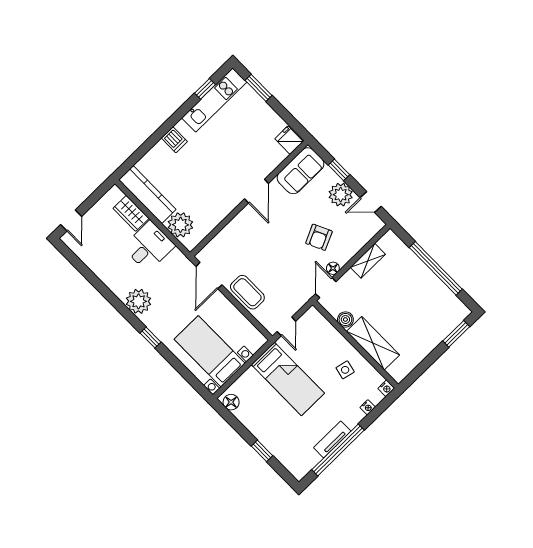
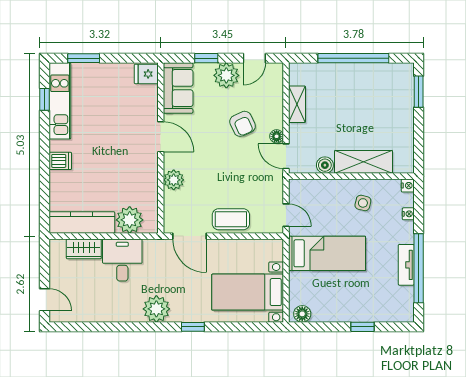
plant: (236, 228) -> (174, 180), added

